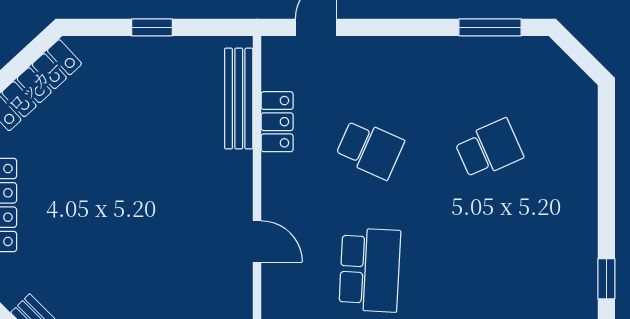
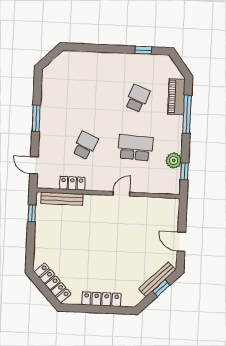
window: (152, 27) -> (32, 213), moved
window: (490, 27) -> (36, 118), moved
school desk: (489, 149) -> (137, 98), moved, turned 45

